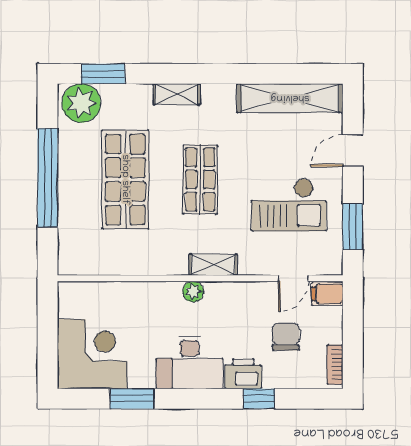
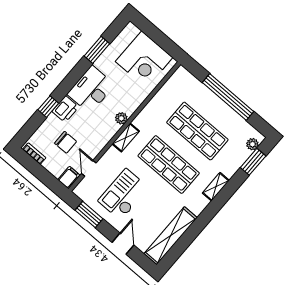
plant: (81, 103) -> (252, 144), width x0.53, depth x0.53
shop shelf: (200, 180) -> (169, 164), width x1.43, depth x1.36
corner desk: (92, 354) -> (144, 60), moved

